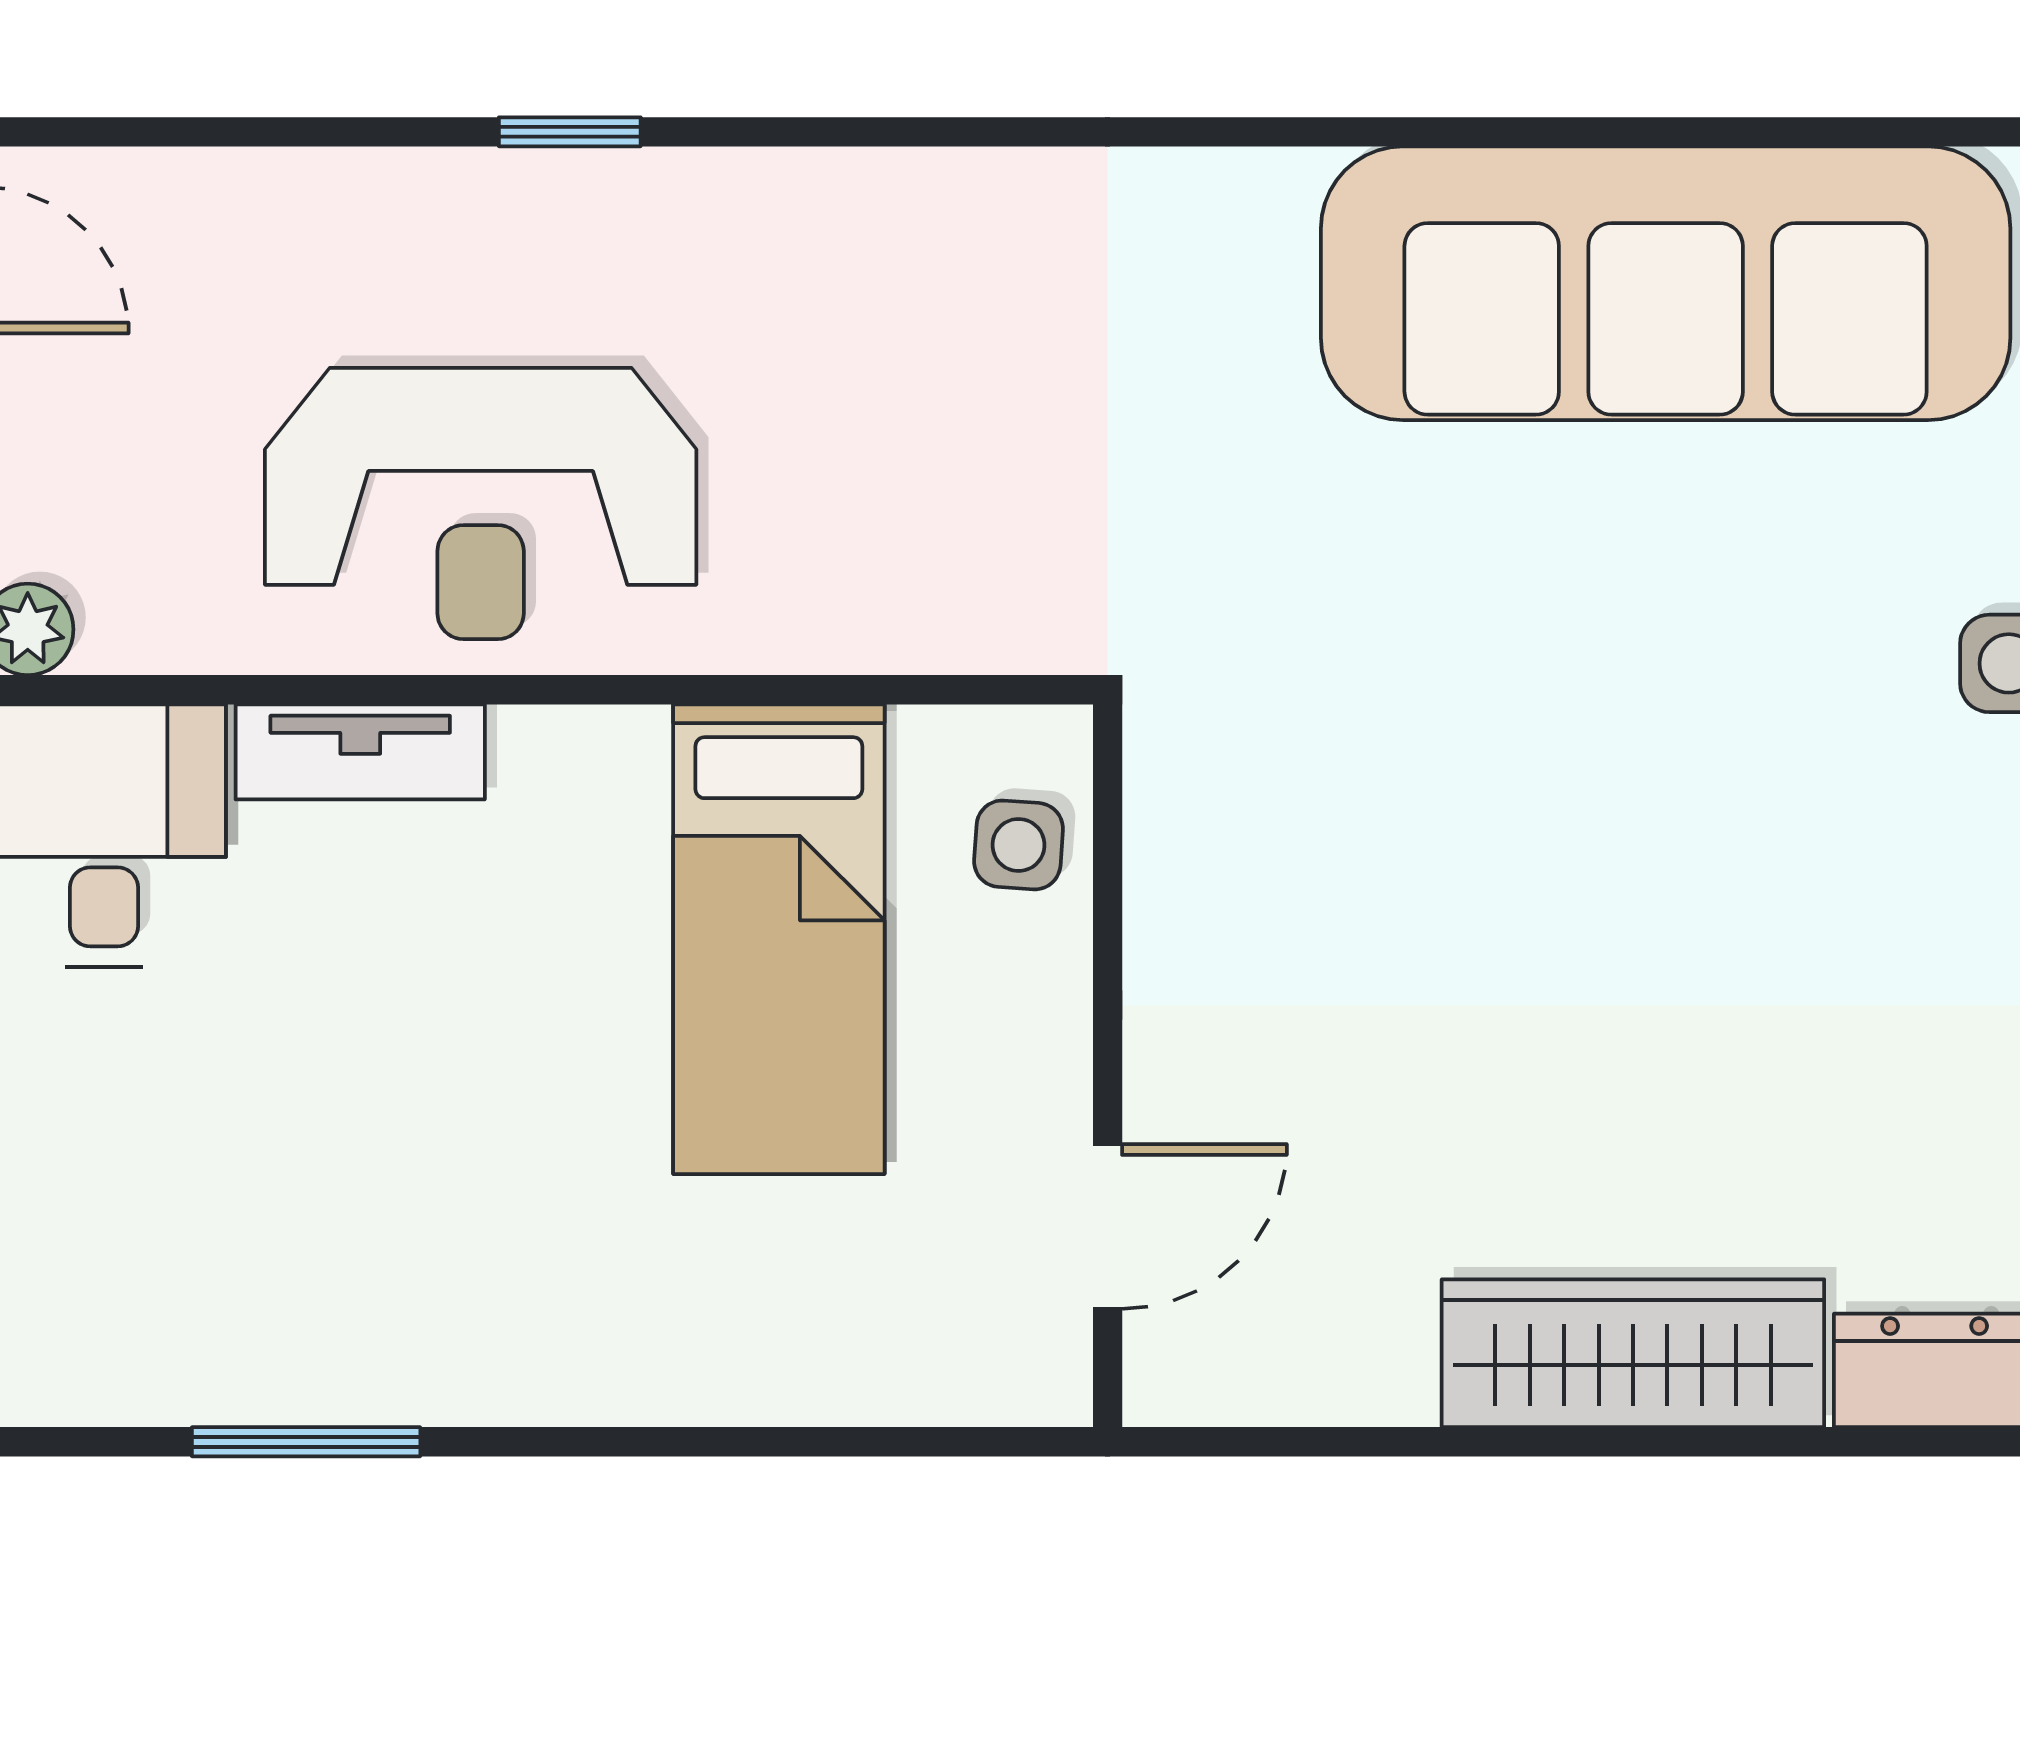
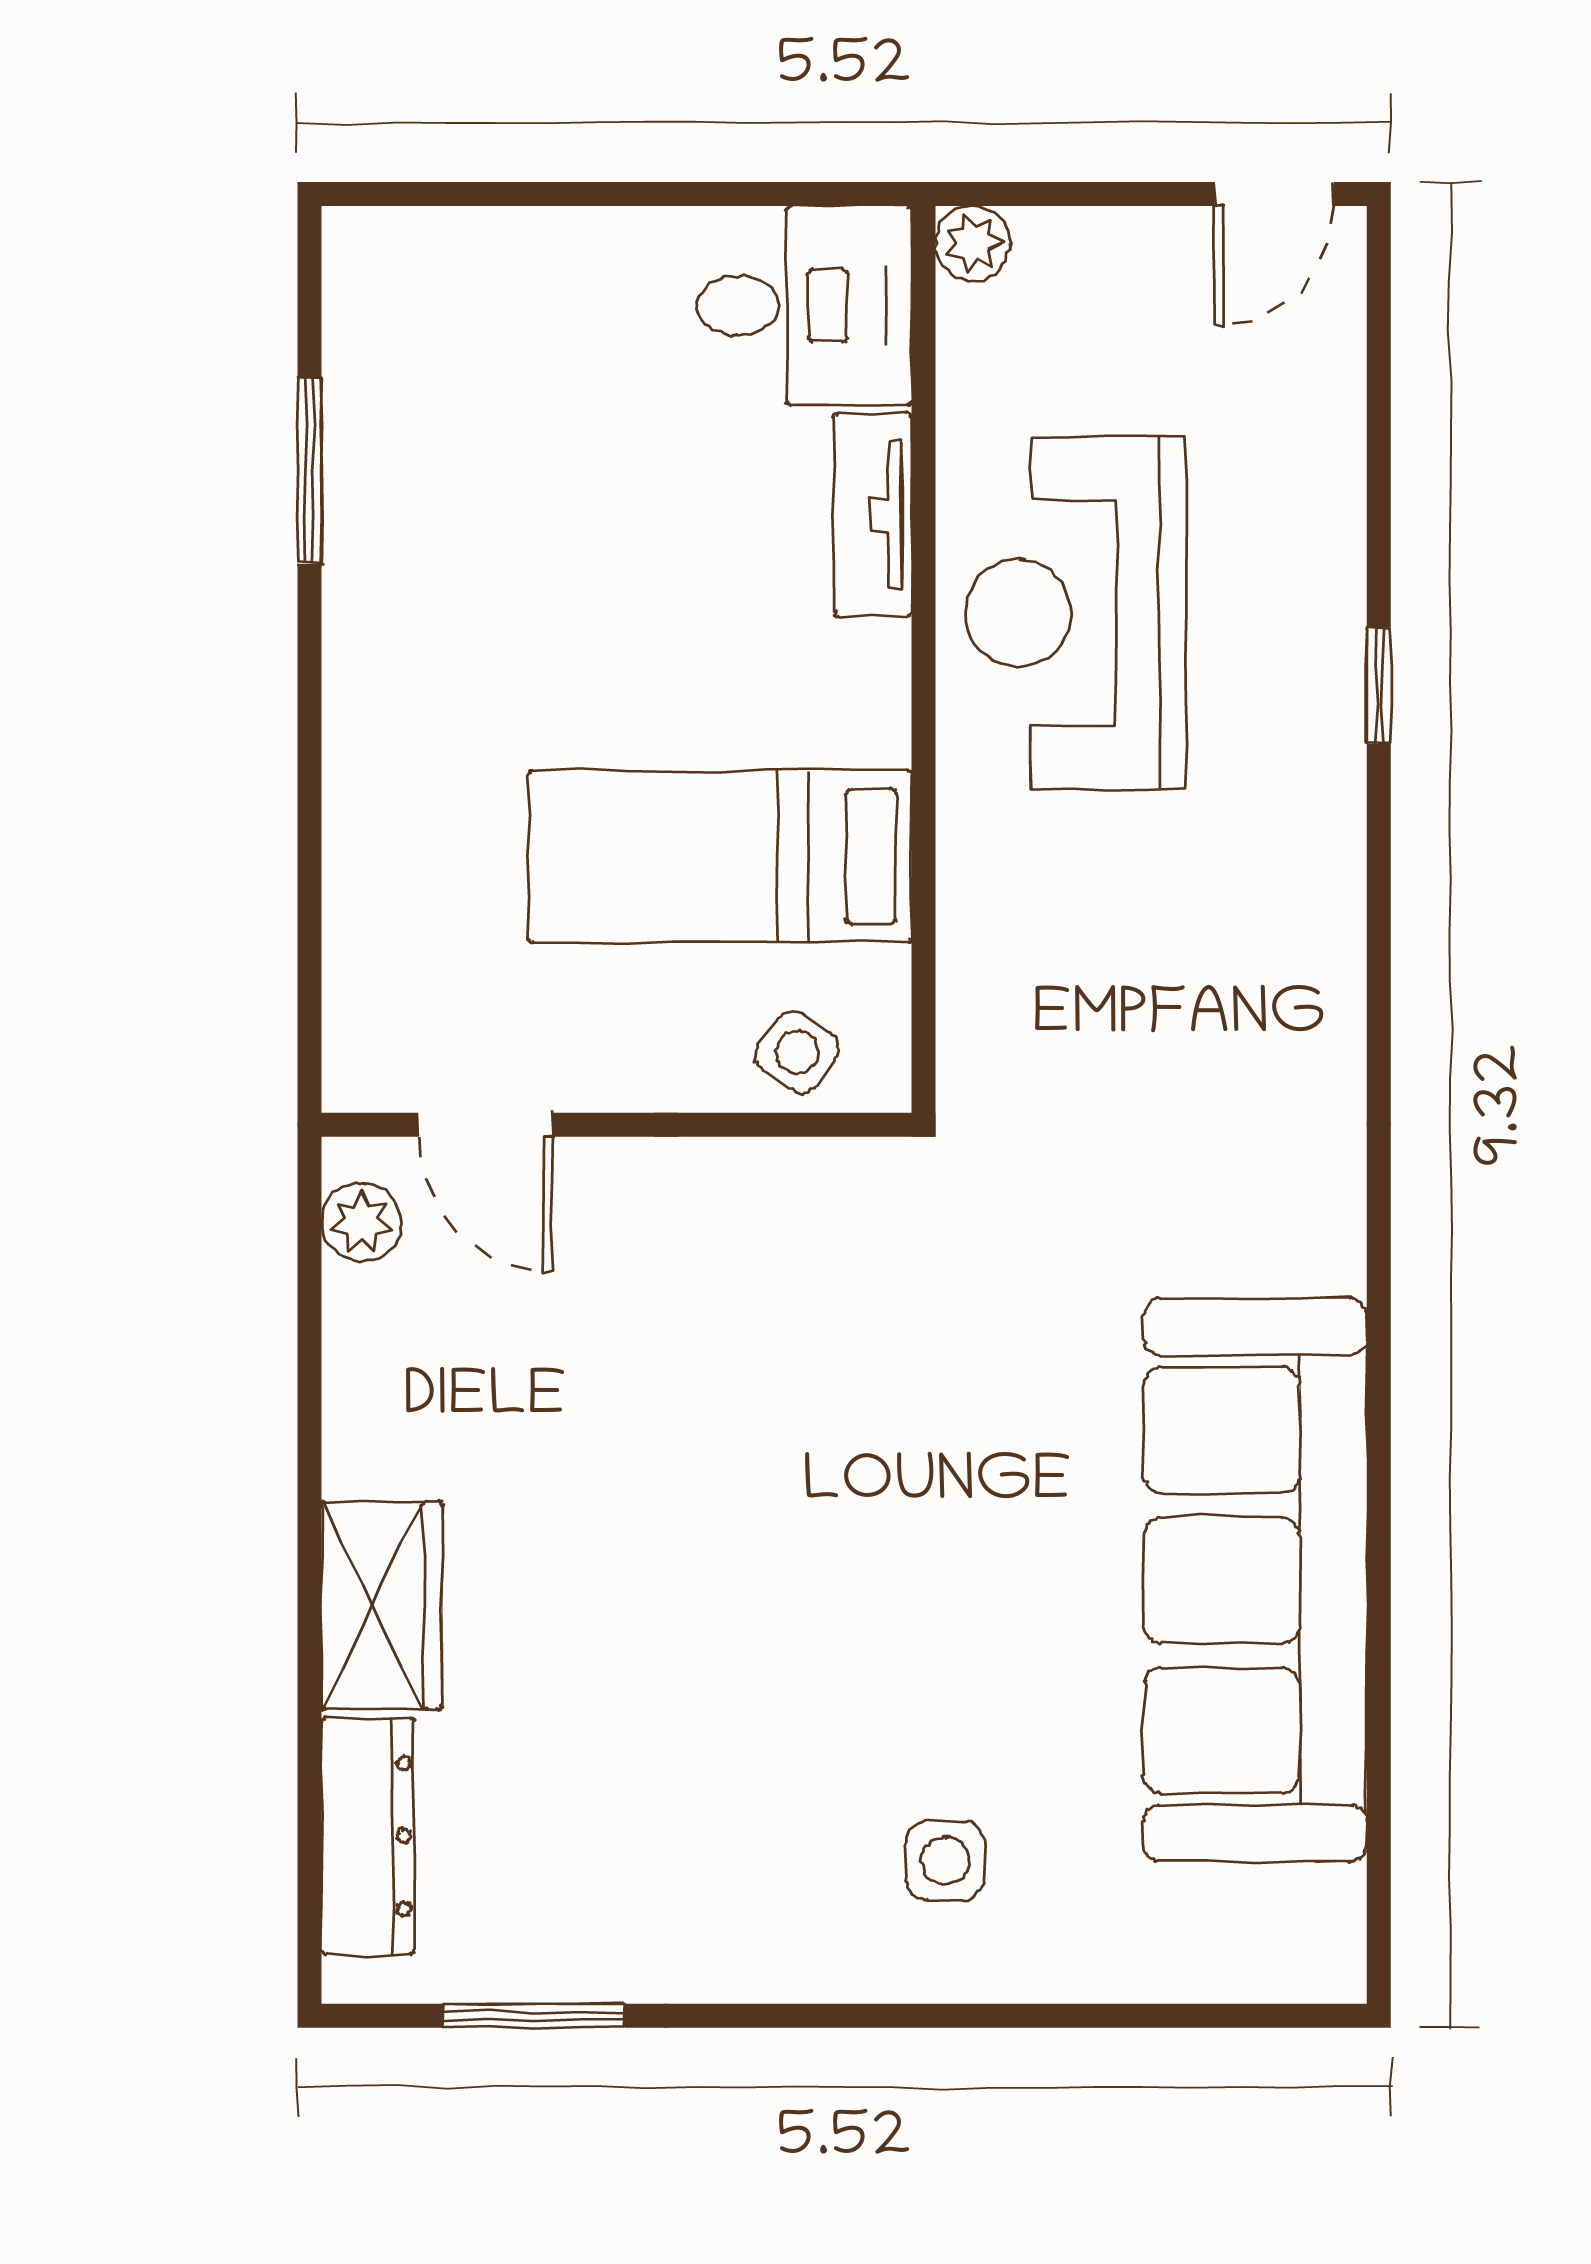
side table: (1019, 845) -> (797, 1052), turned 30
wardrobe: (1633, 1353) -> (382, 1606), width x0.67
plant: (1227, 1379) -> (361, 1223), added

